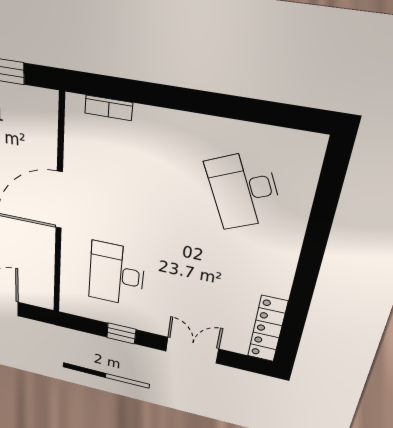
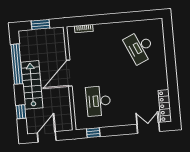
window: (121, 333) -> (93, 133), moved
double door: (192, 350) -> (148, 128), moved

